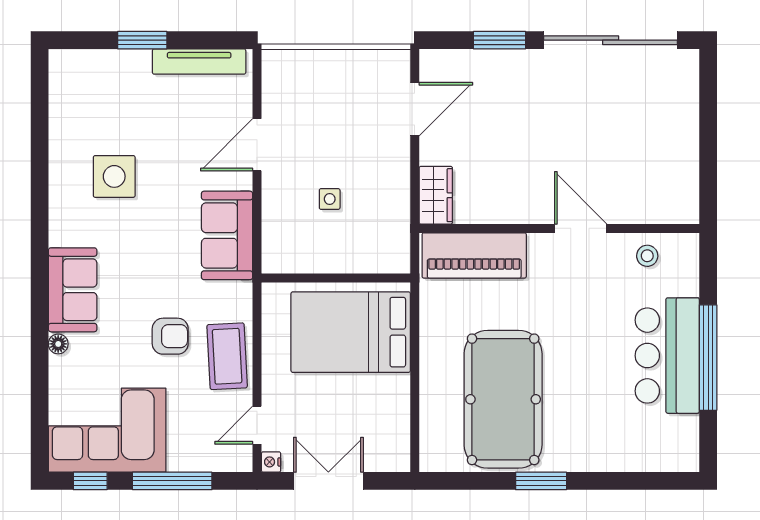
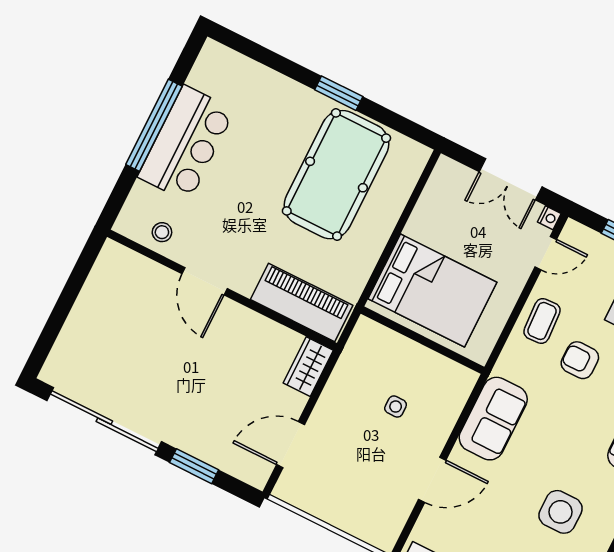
coffee table: (227, 356) -> (542, 321), width x0.73, depth x0.77

